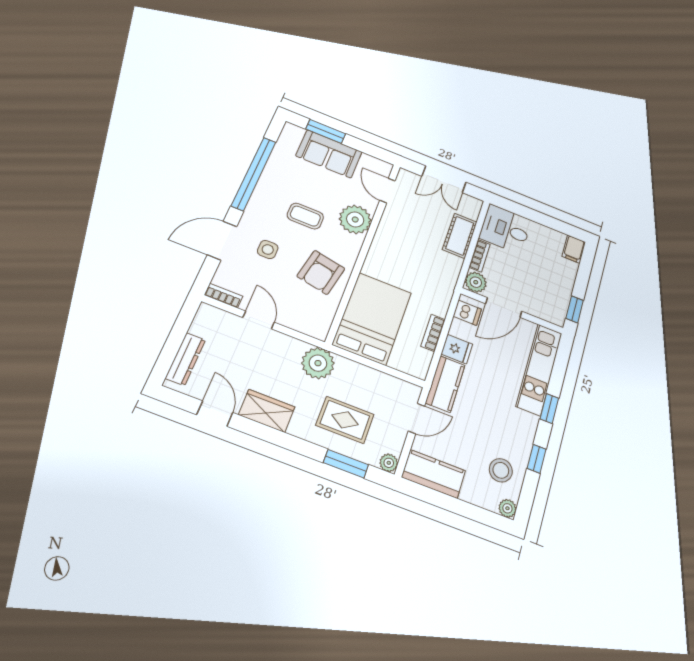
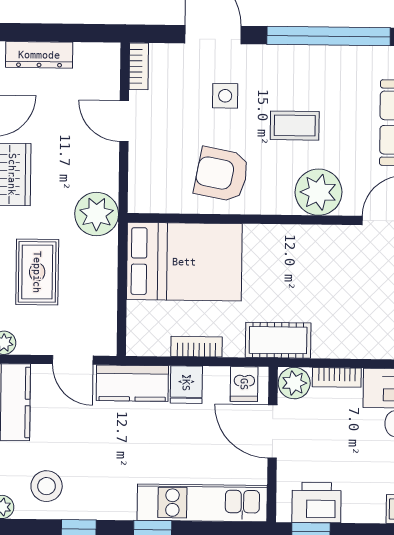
coffee table: (305, 216) -> (295, 126), turned 90
cot: (460, 236) -> (278, 340), moved
printer: (557, 299) -> (316, 502), added
door: (259, 320) -> (124, 121), swing flipped

